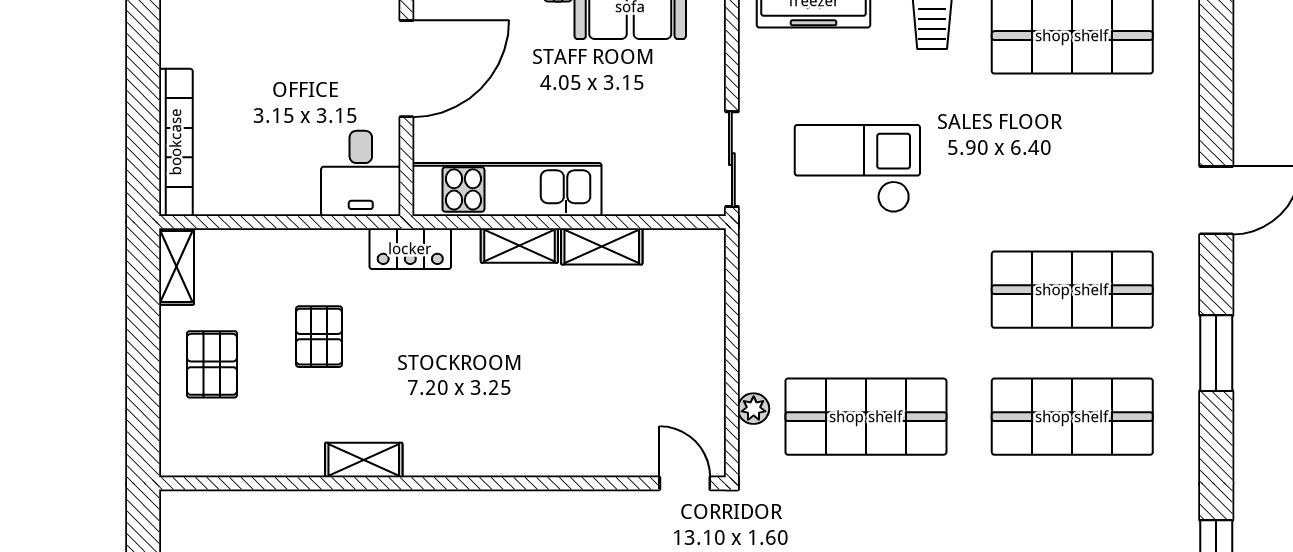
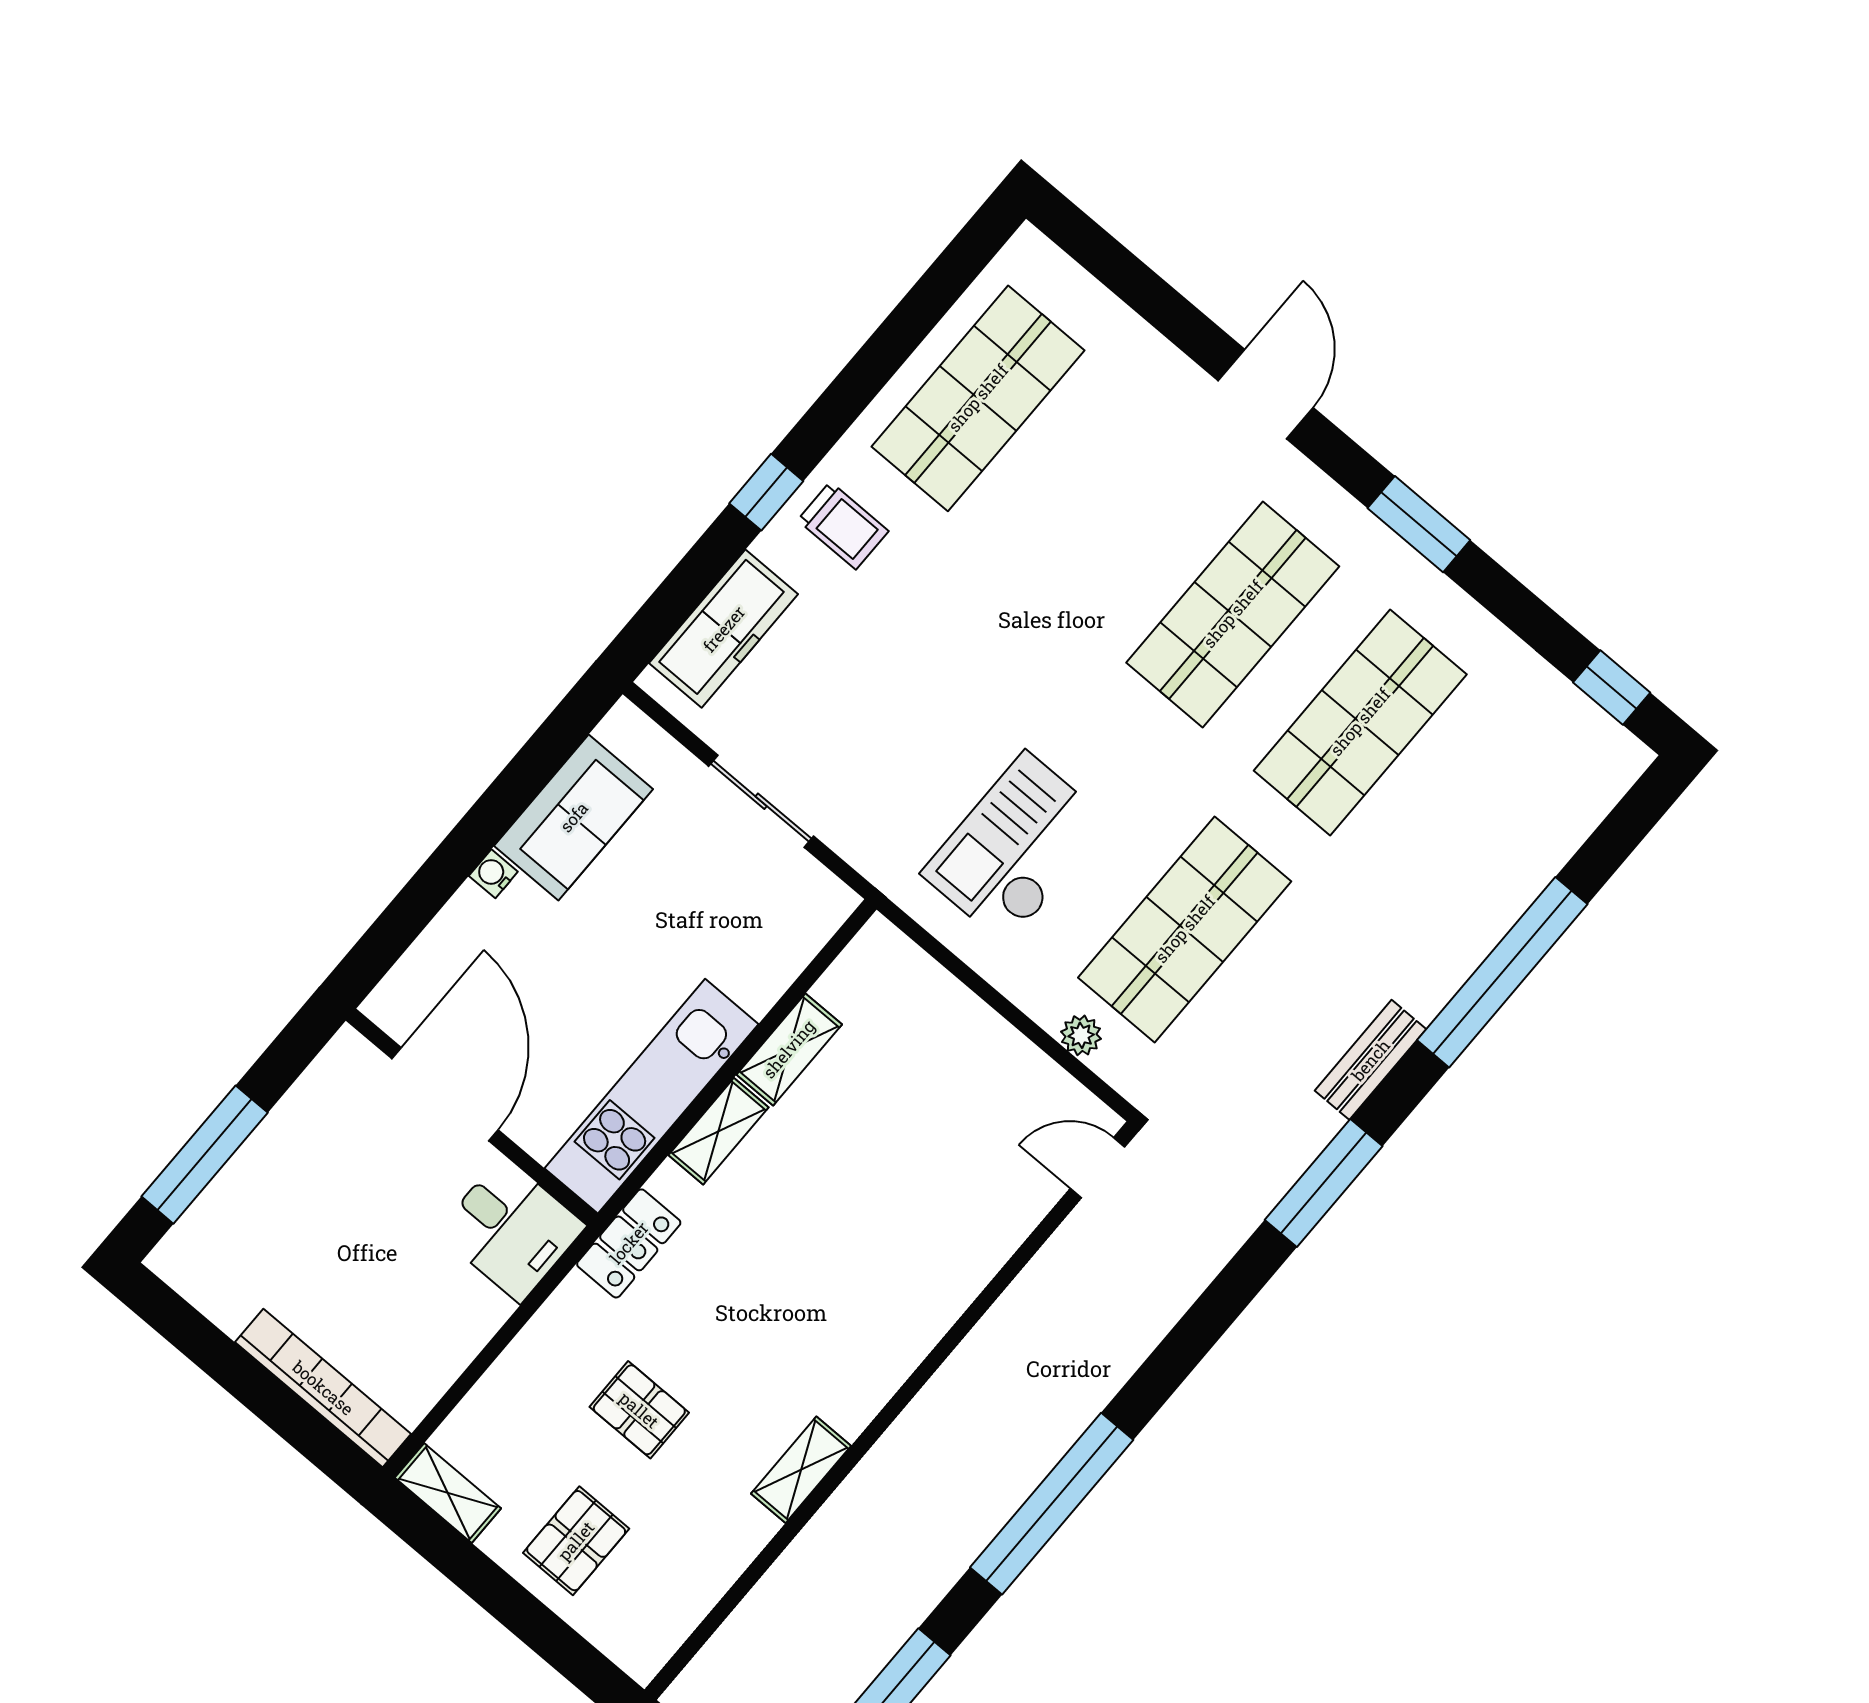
sliding door: (732, 159) -> (761, 801), moved
checkout: (857, 169) -> (1016, 848), moved
pallet: (212, 364) -> (576, 1541), turned 90

